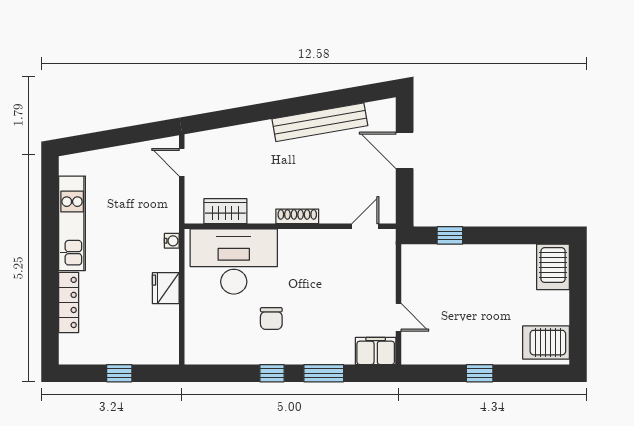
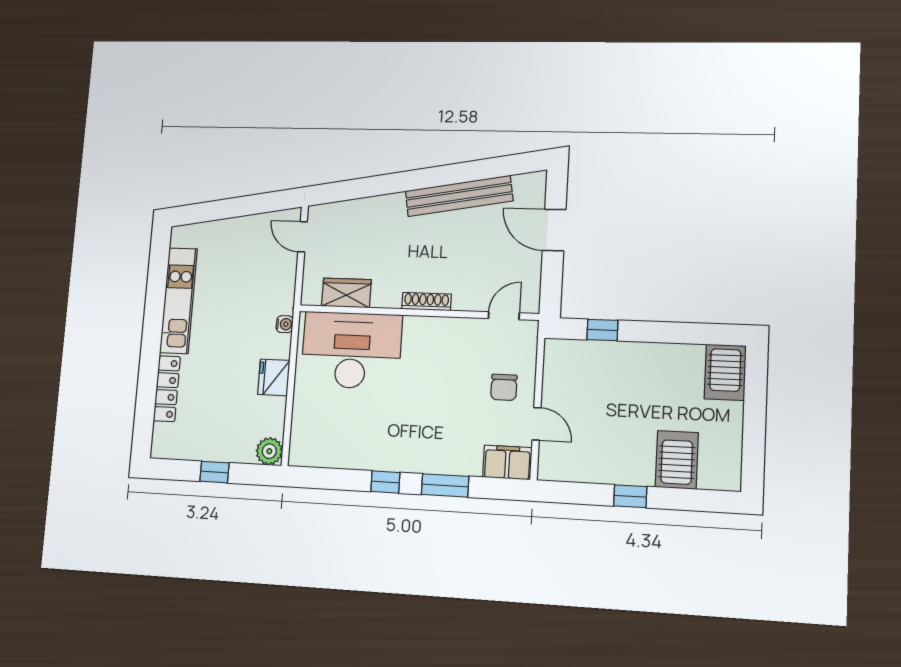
chair: (271, 318) -> (504, 387), moved
server rack: (546, 343) -> (677, 460), moved, turned 90
plant: (167, 352) -> (269, 451), added

